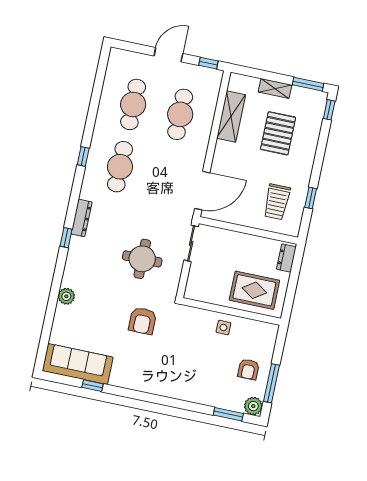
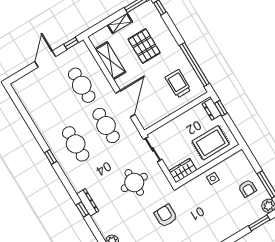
cafe table: (133, 104) -> (106, 125), moved
door: (202, 191) -> (125, 104), moved
window: (311, 198) -> (194, 64), width x3.17
trolley: (277, 202) -> (178, 84), turned 180
dresser: (82, 218) -> (88, 202), moved
window: (296, 266) -> (221, 108), added
wardrobe: (201, 292) -> (183, 171), added
armchair: (142, 321) -> (166, 216), turned 180

